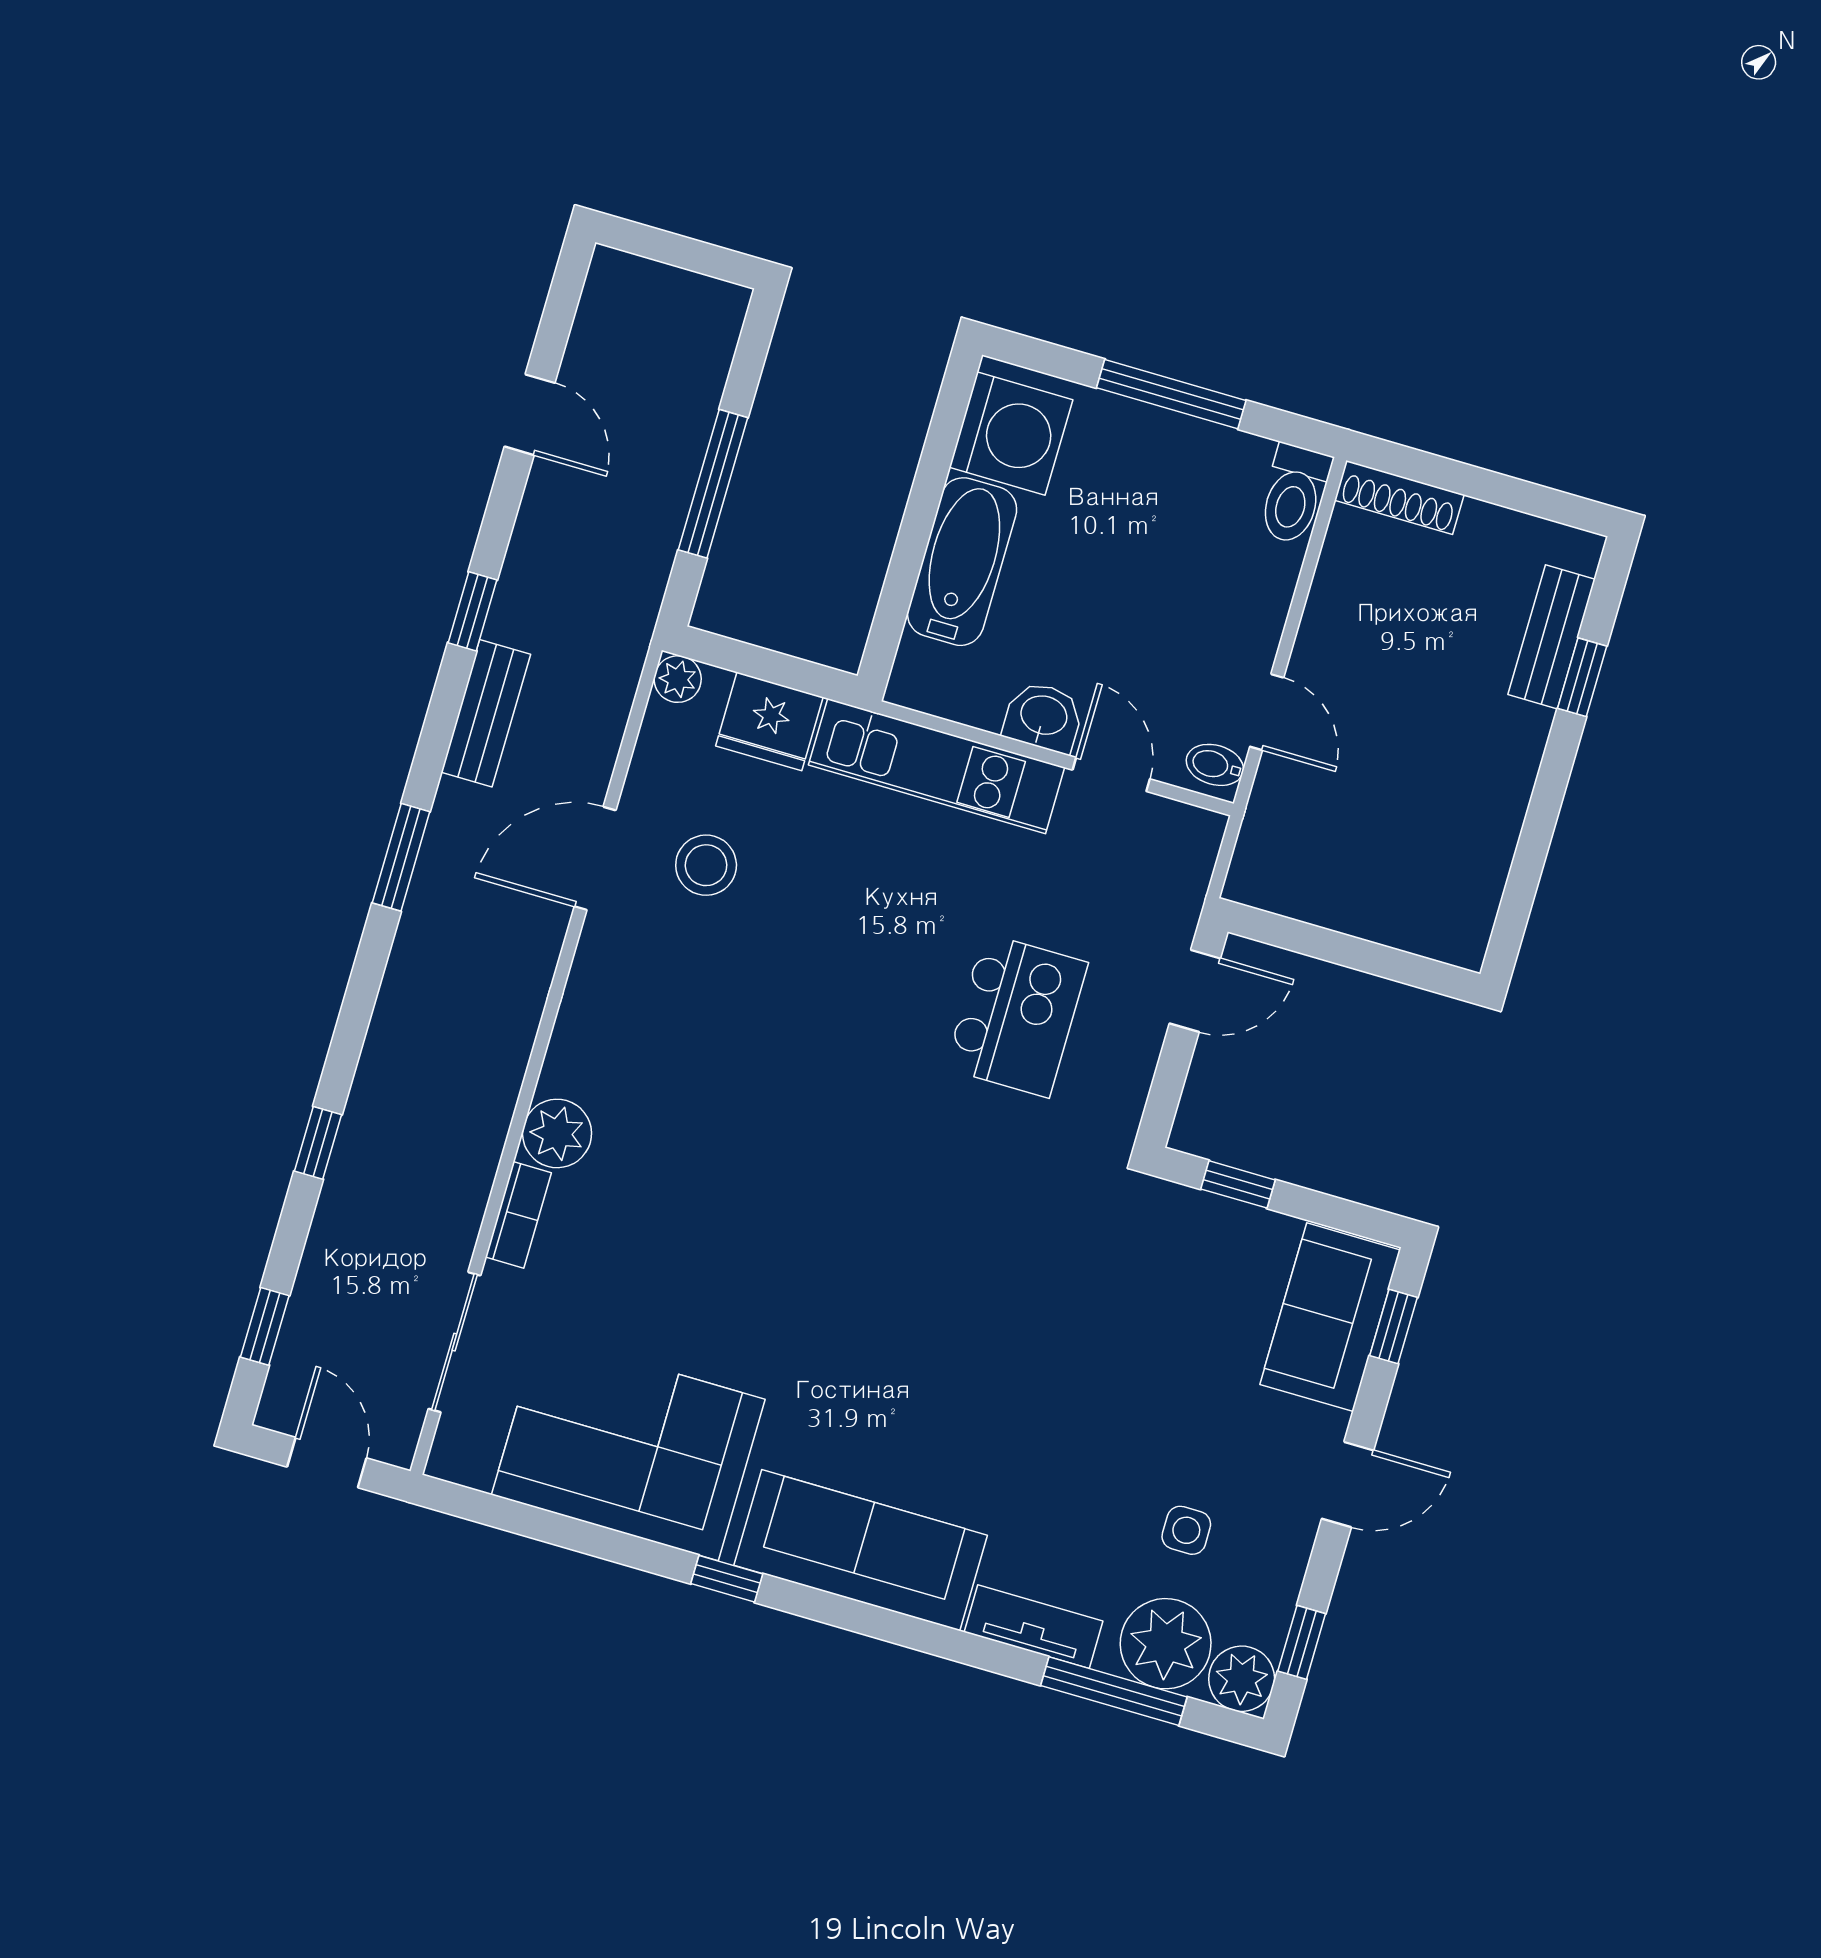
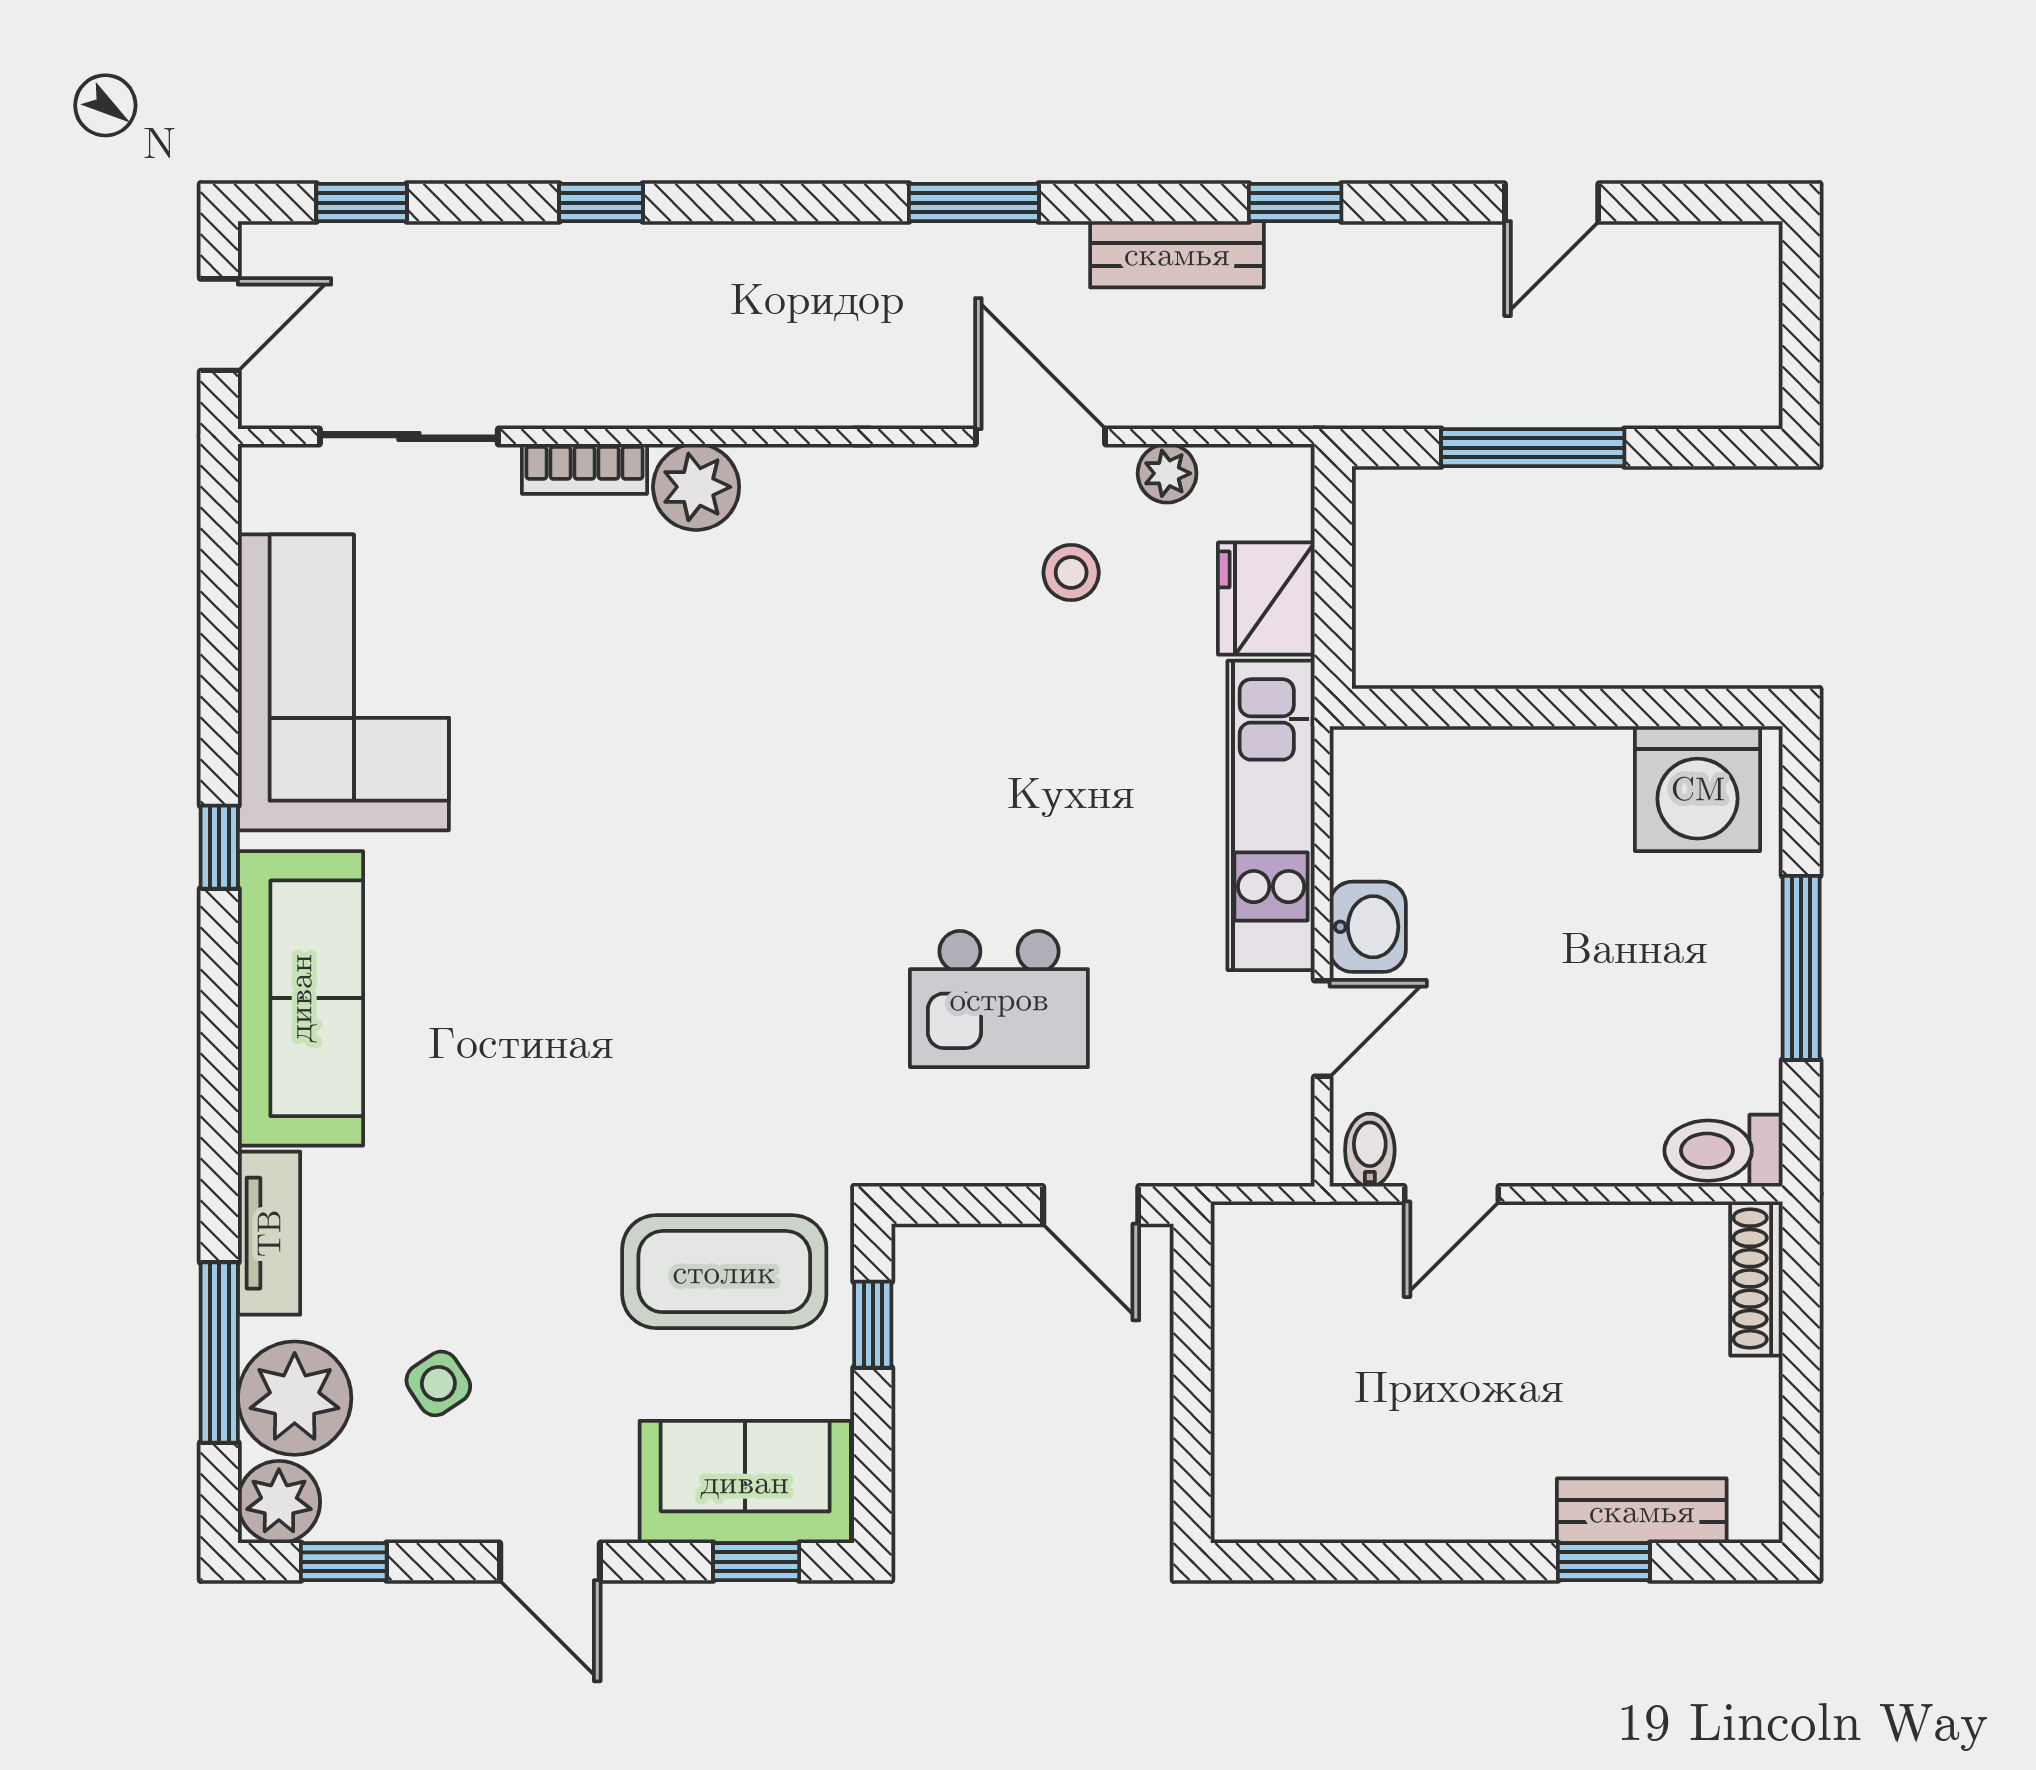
bathtub: (962, 562) -> (1526, 775), removed
plant: (678, 679) -> (1167, 473), moved
stool: (706, 865) -> (1071, 573), width x0.73, depth x0.73
coffee table: (1164, 1286) -> (724, 1272), added
side table: (1186, 1530) -> (438, 1383), turned -34

